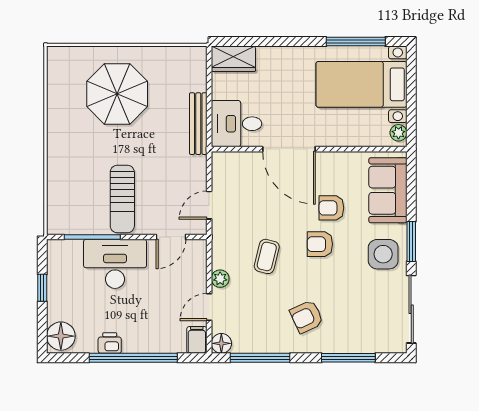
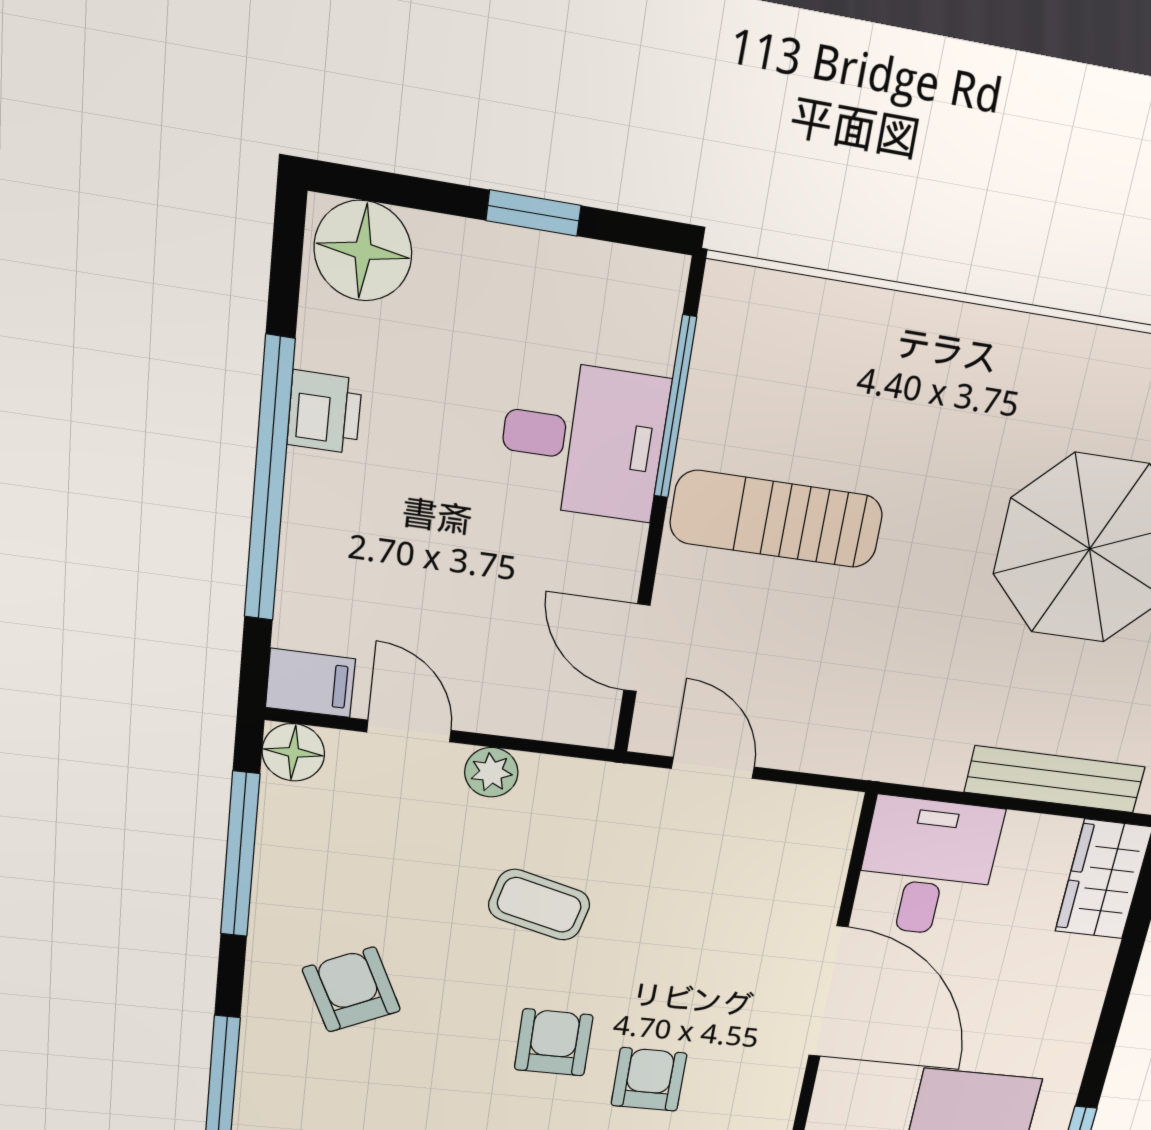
bench: (198, 124) -> (1055, 779), moved
door: (289, 149) -> (828, 992), swing flipped
desk: (115, 264) -> (583, 440), width x0.73

